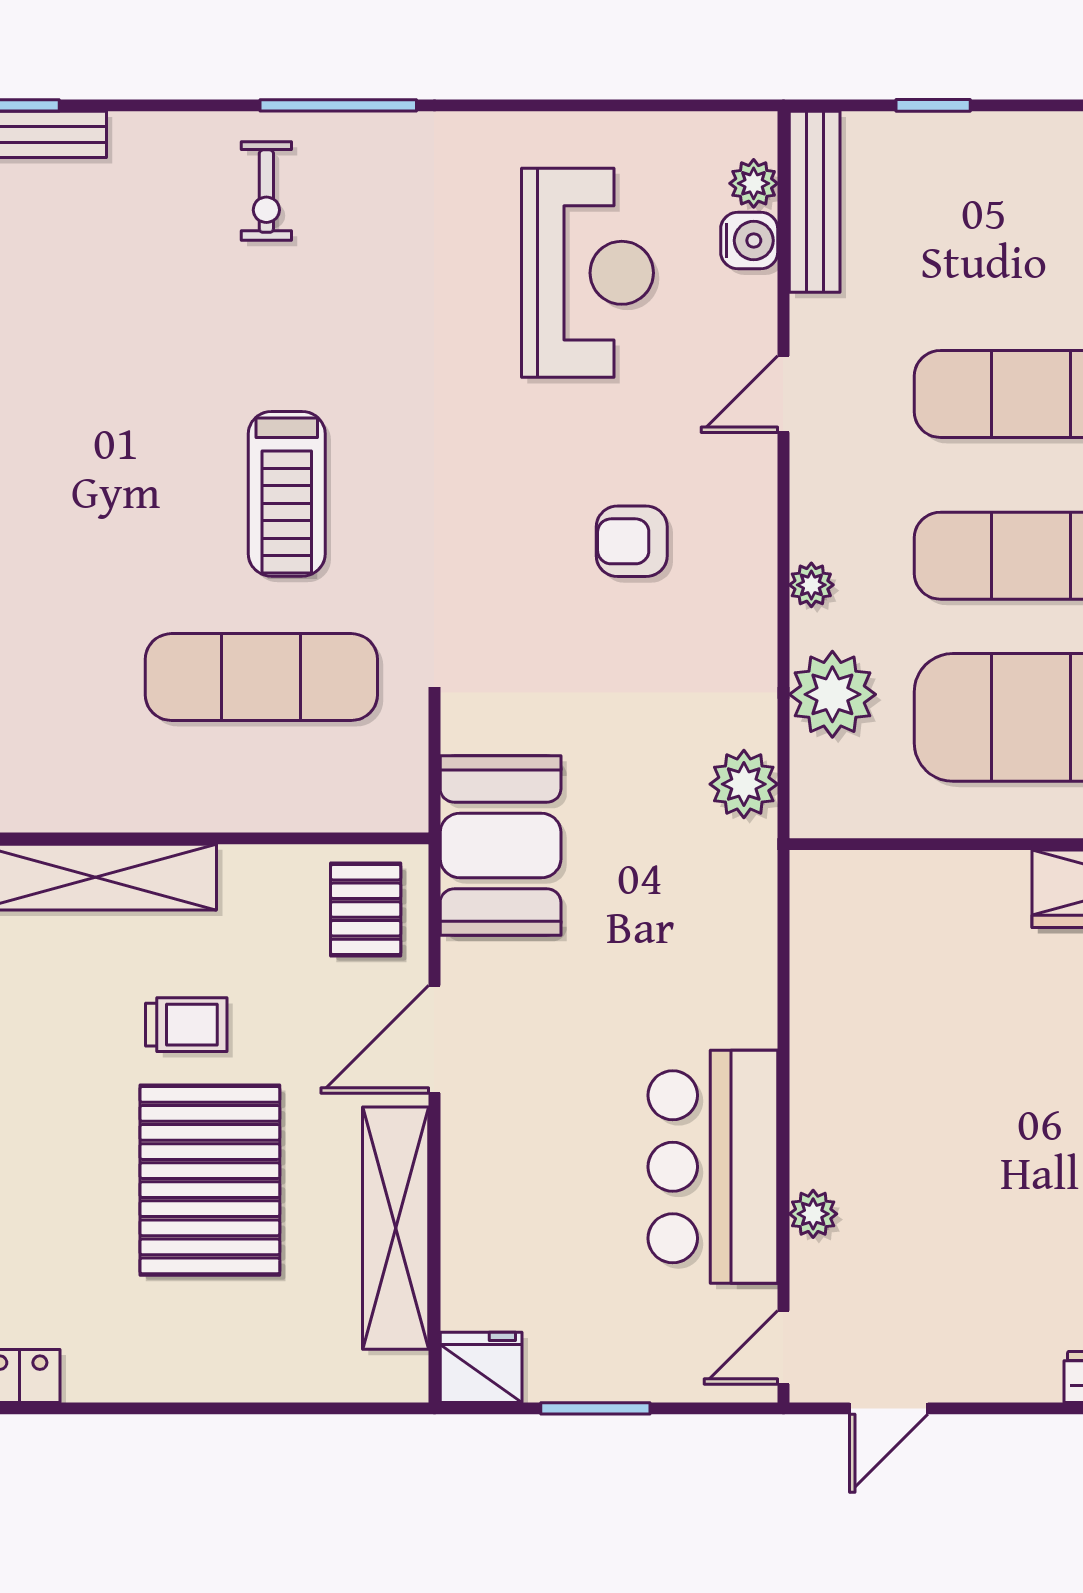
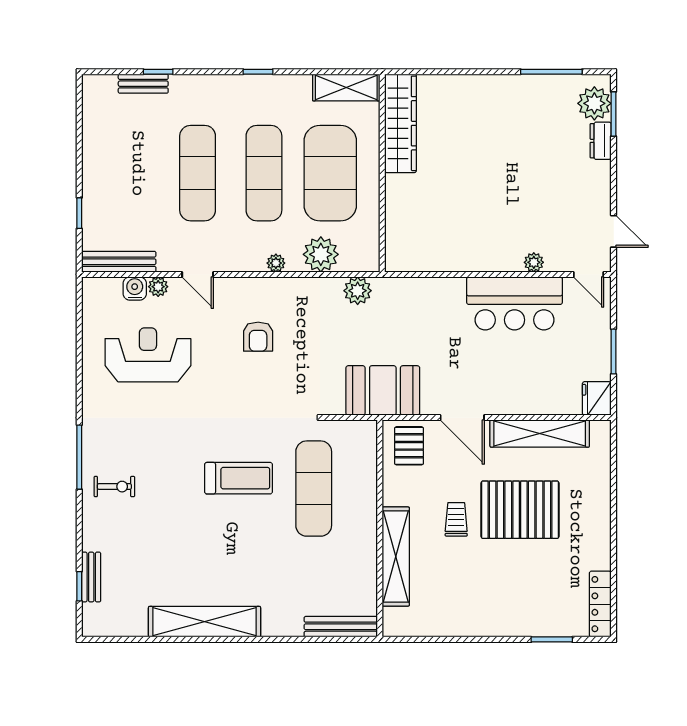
plant: (754, 183) -> (158, 287), moved
pallet: (366, 910) -> (409, 446), turned 90

